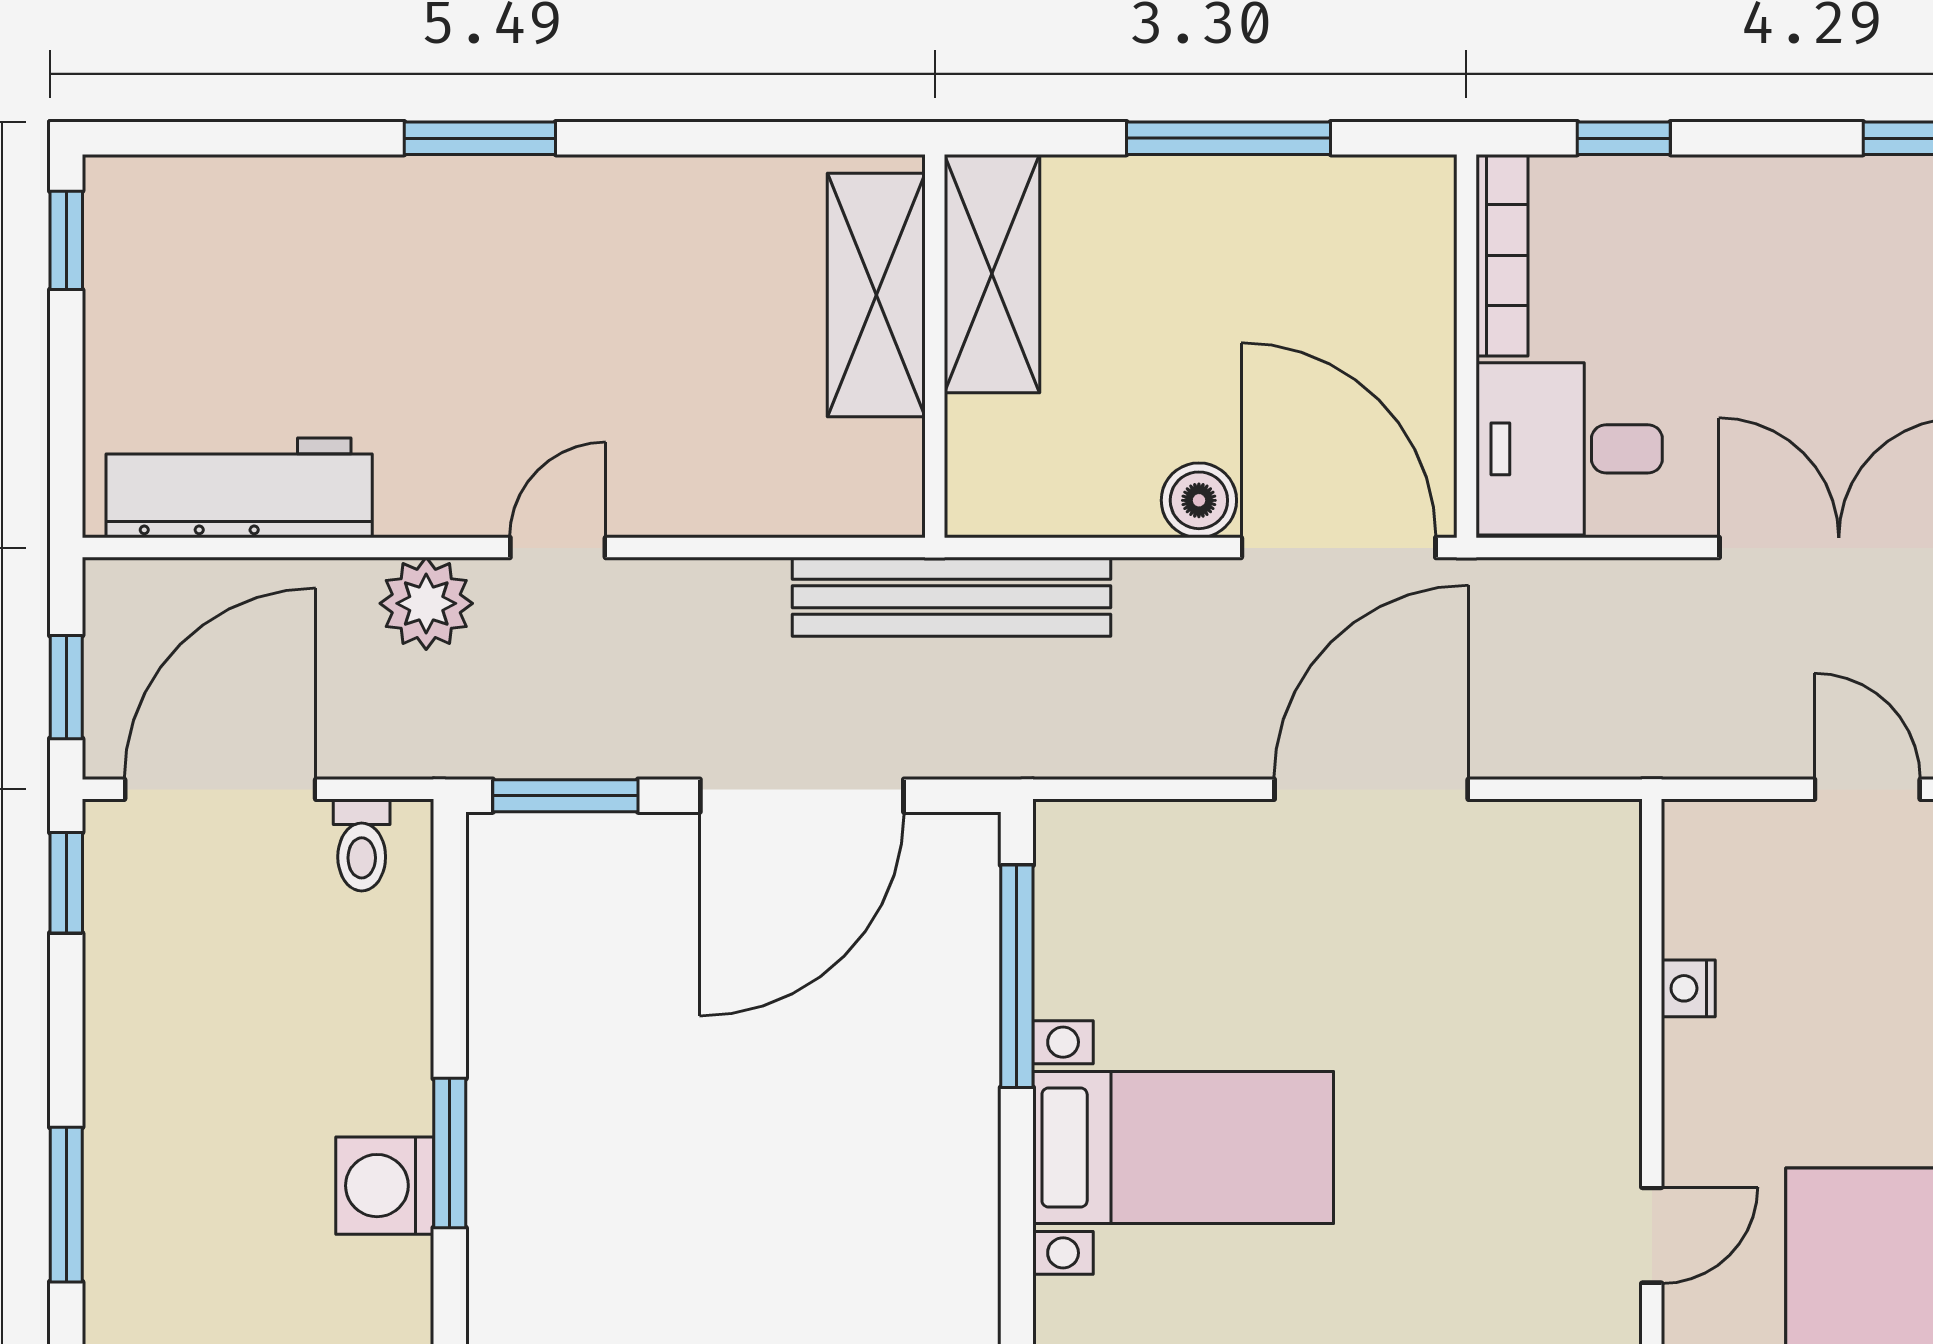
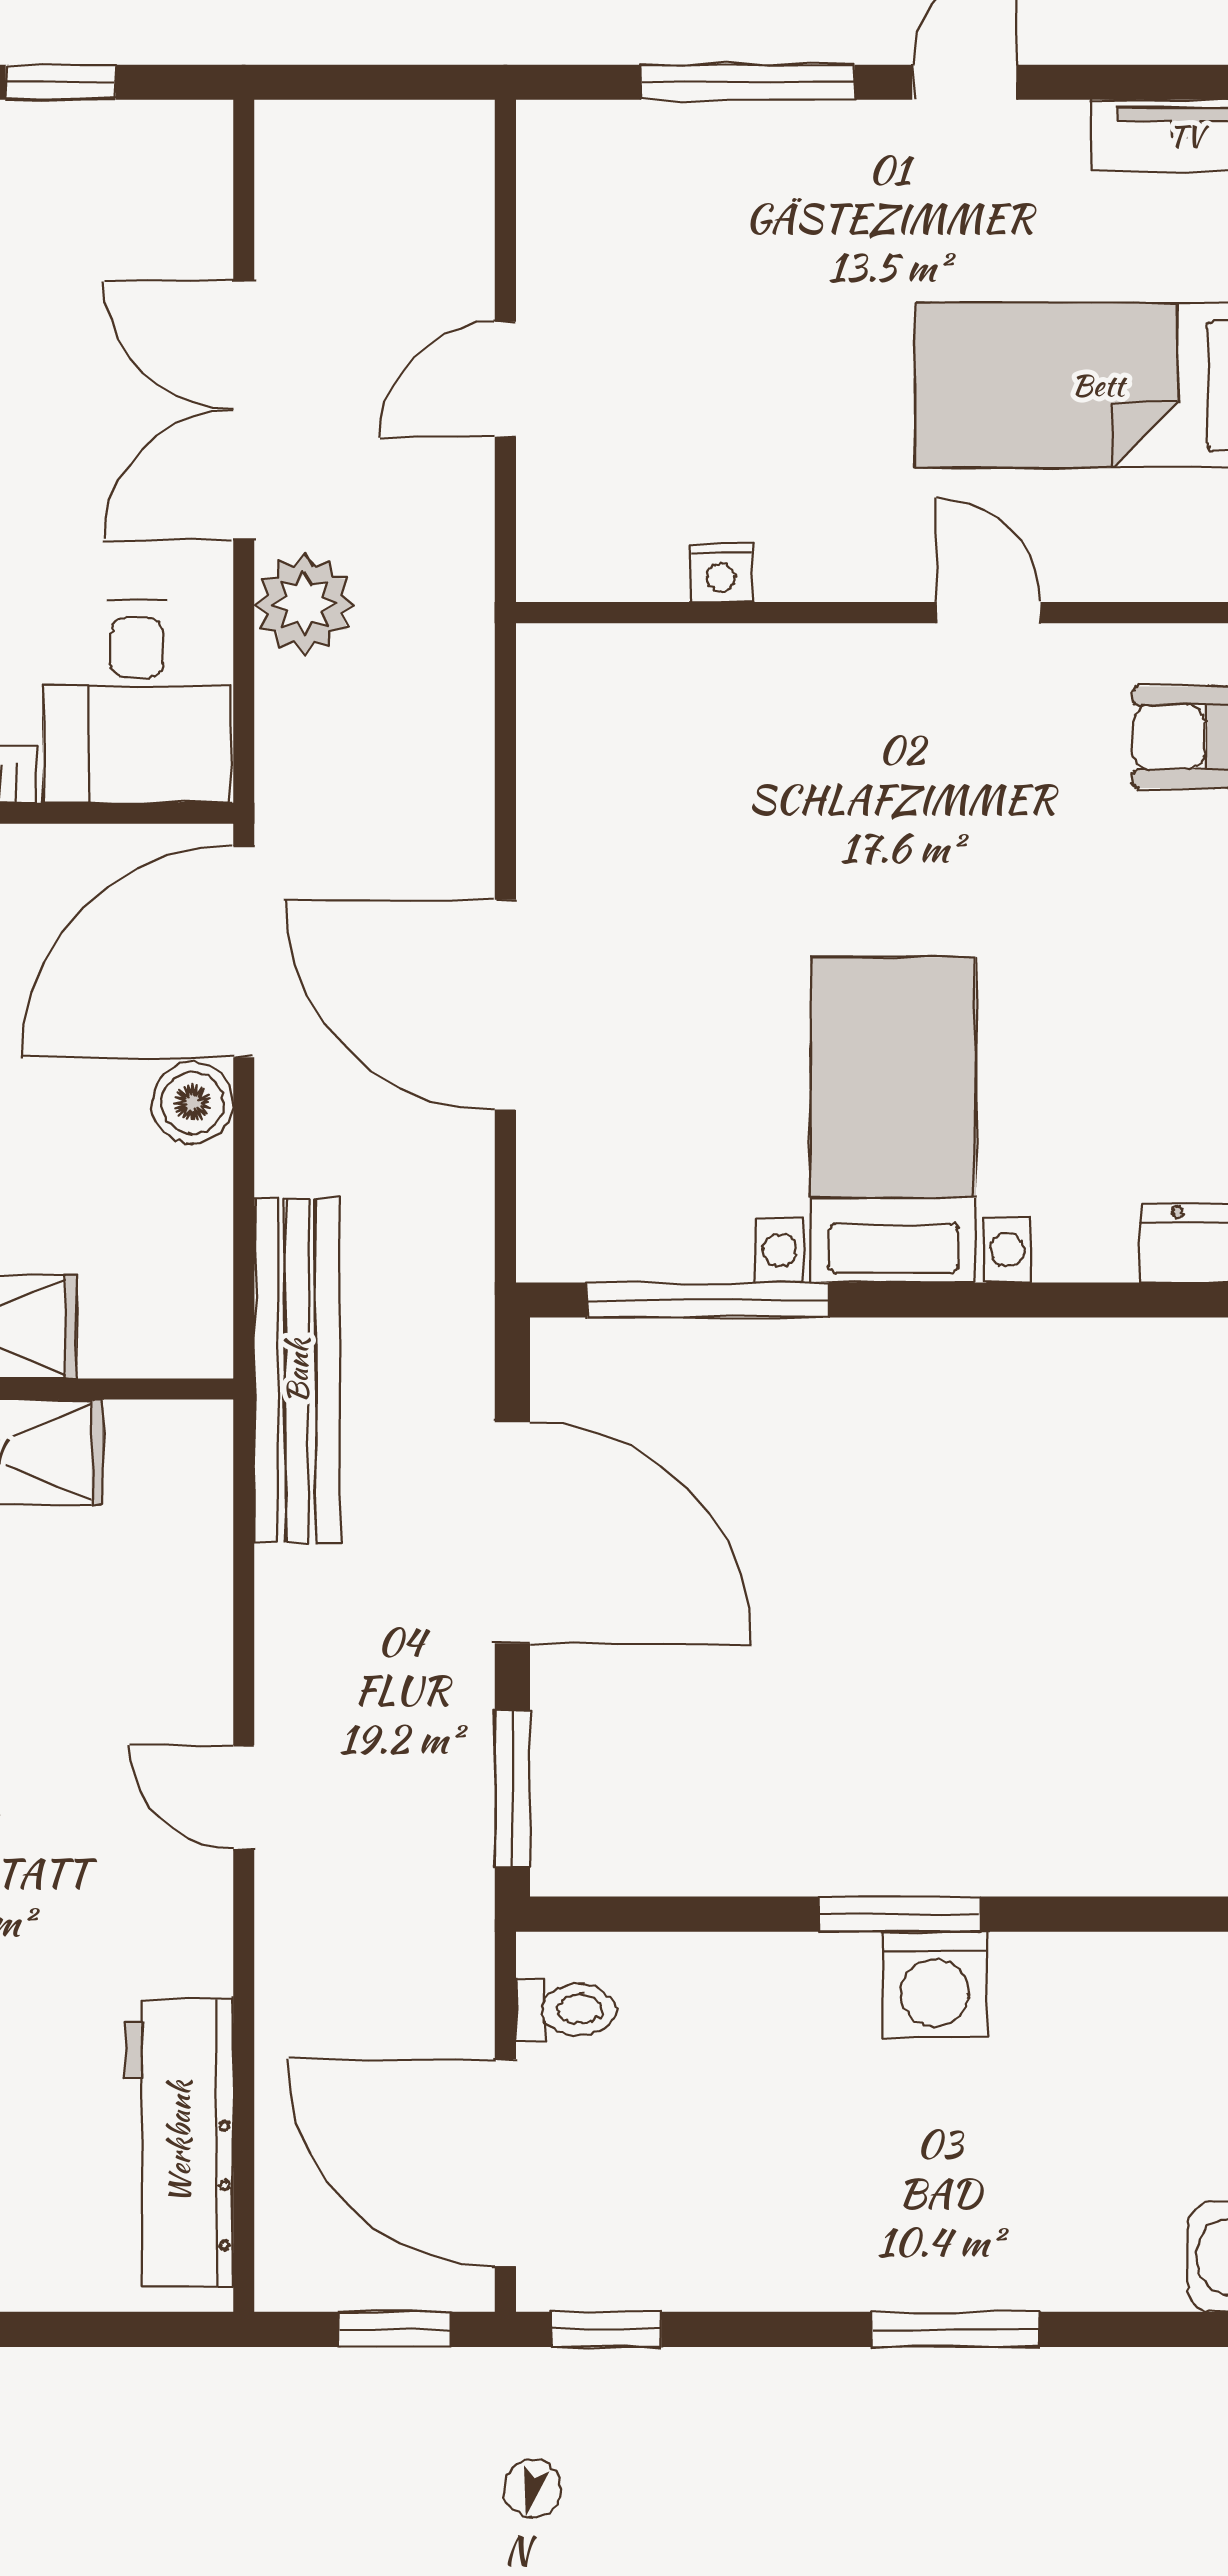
plant: (426, 603) -> (304, 604), moved
door: (1371, 789) -> (505, 1005), moved

